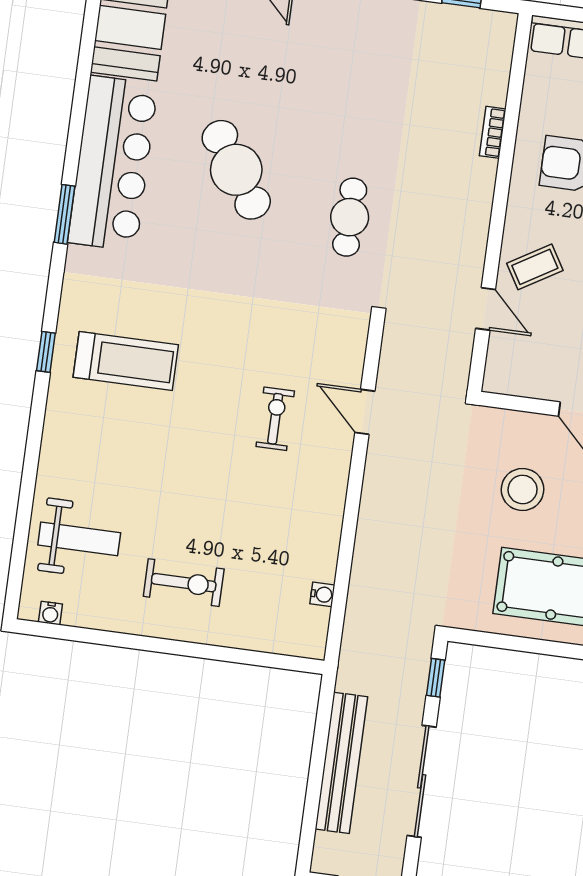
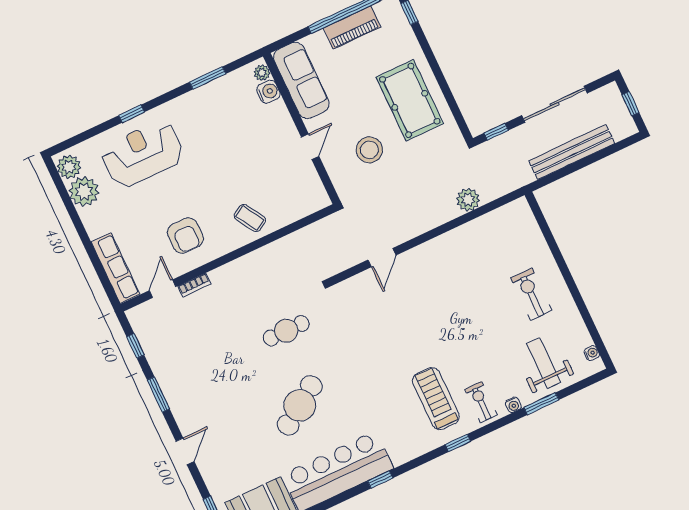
window: (65, 214) -> (380, 479), width x0.67
door: (486, 309) -> (163, 289), moved
exercise bike: (275, 419) -> (481, 402), moved, turned 90
window: (26, 500) -> (541, 404), added
plant: (368, 580) -> (468, 200), added
water cooler: (322, 594) -> (513, 405), moved, turned 180

